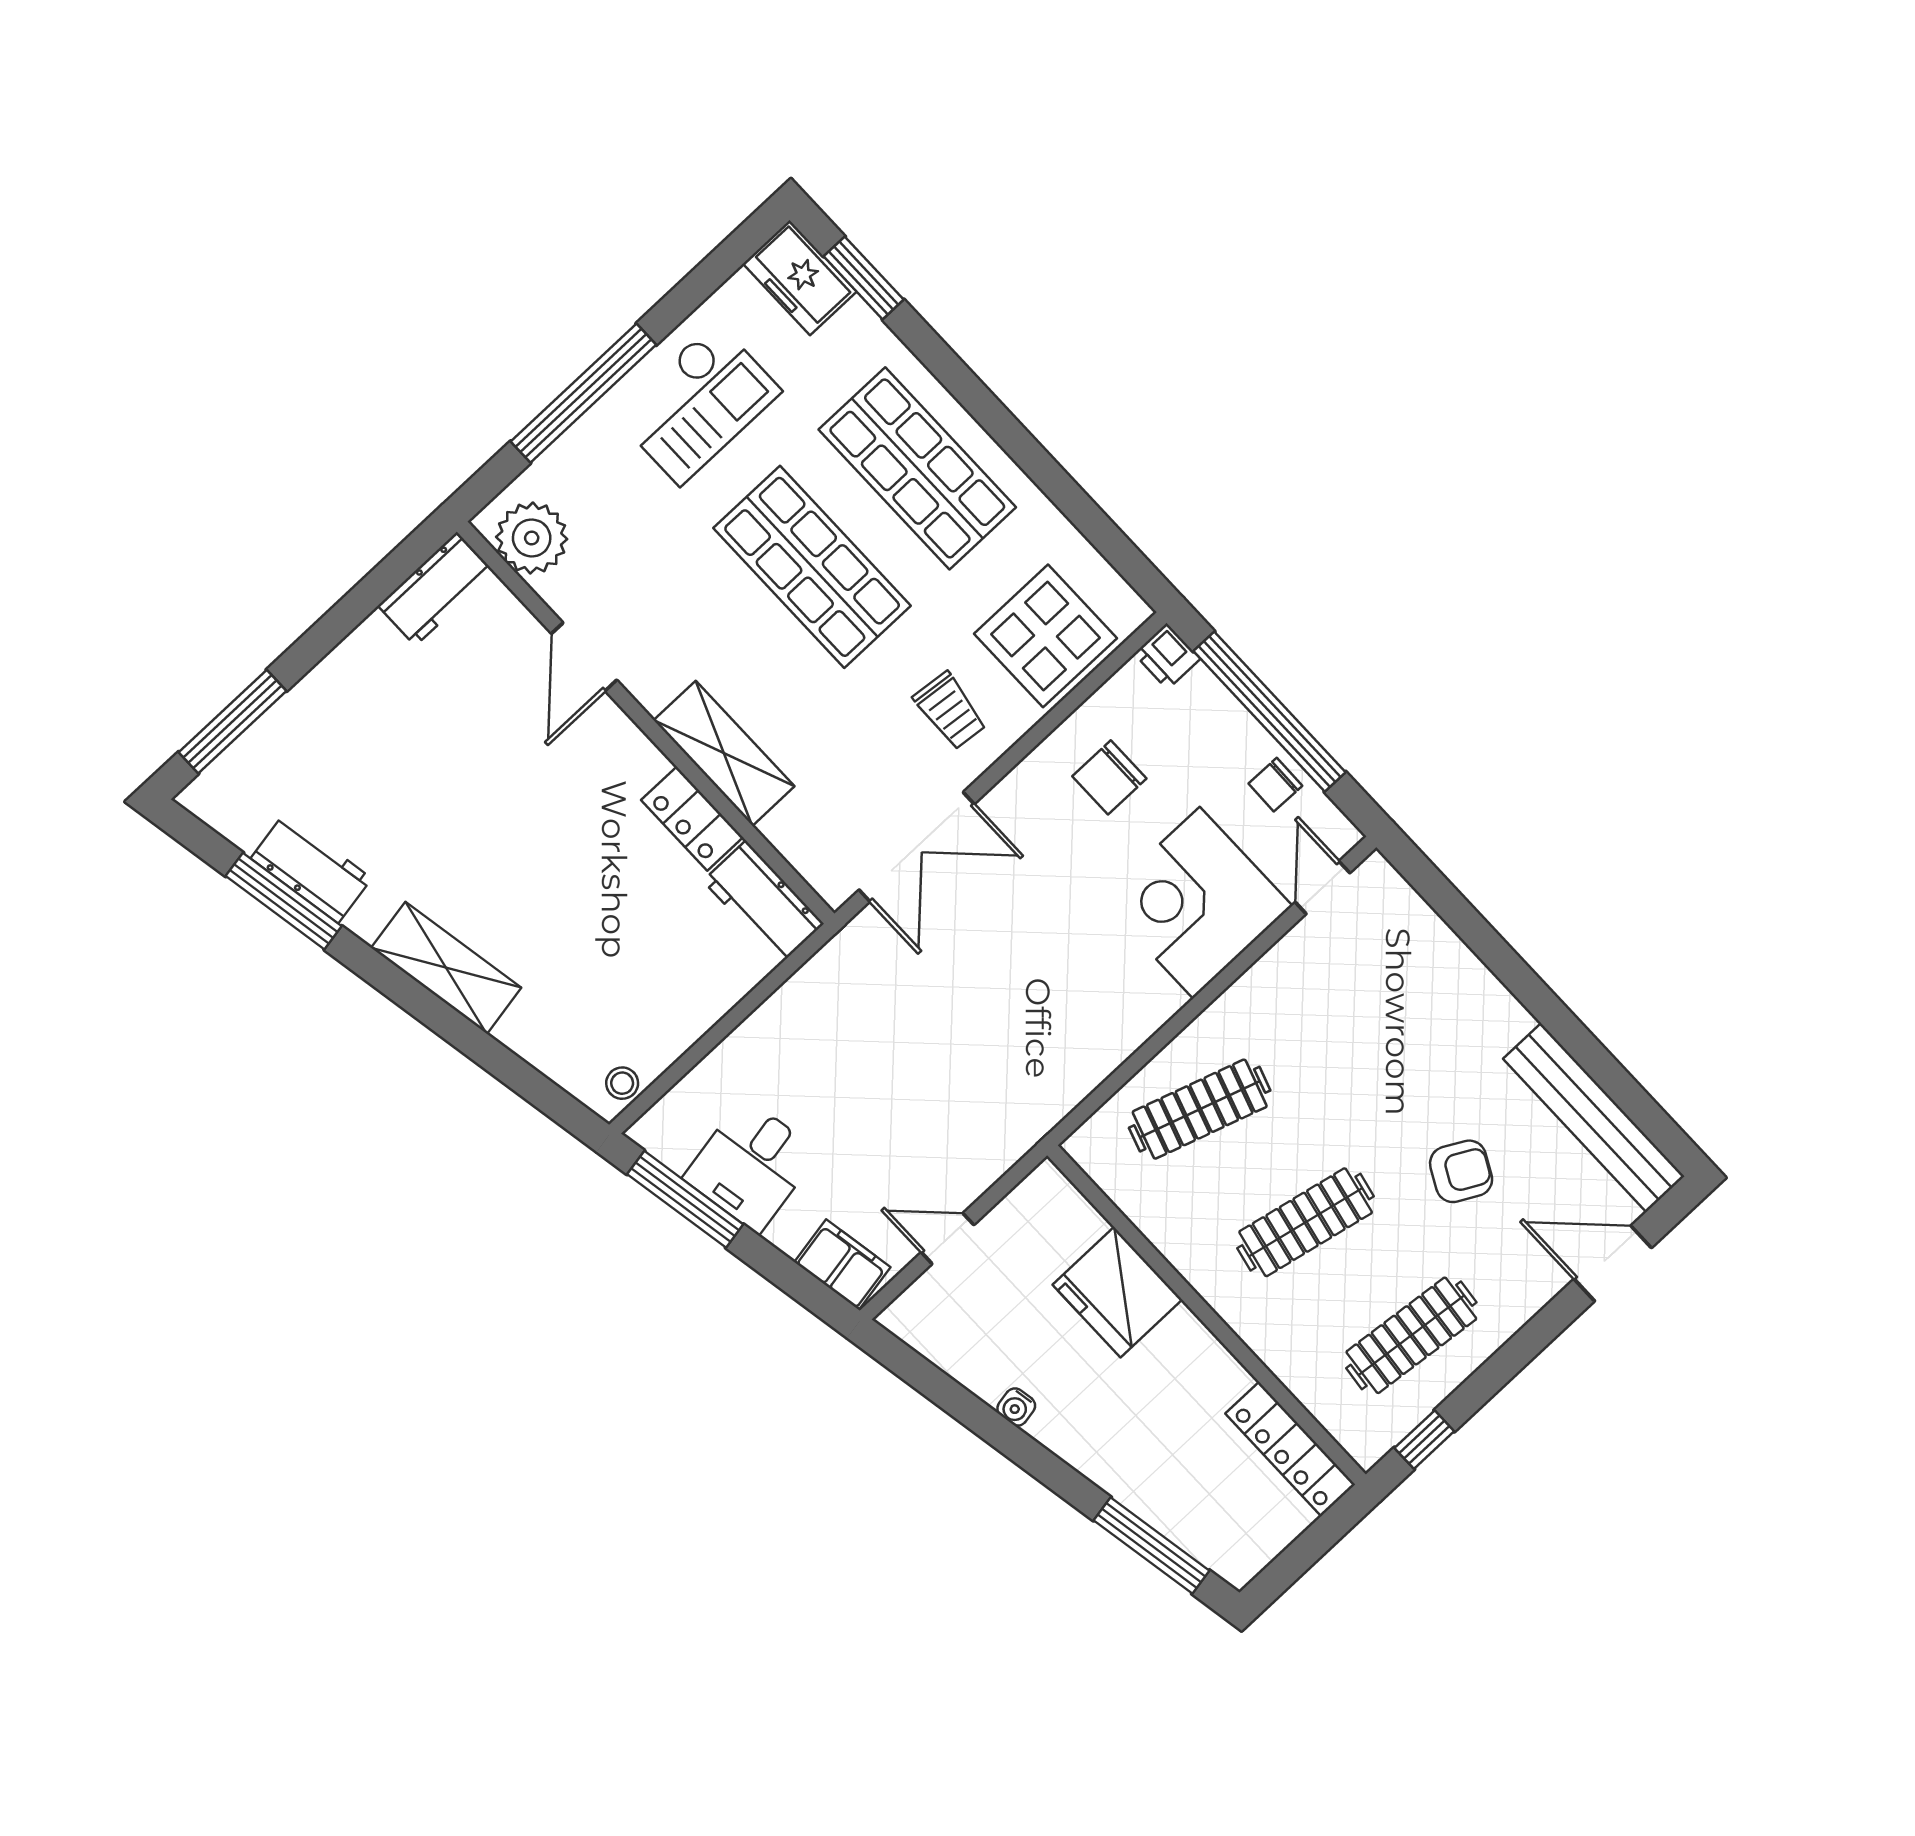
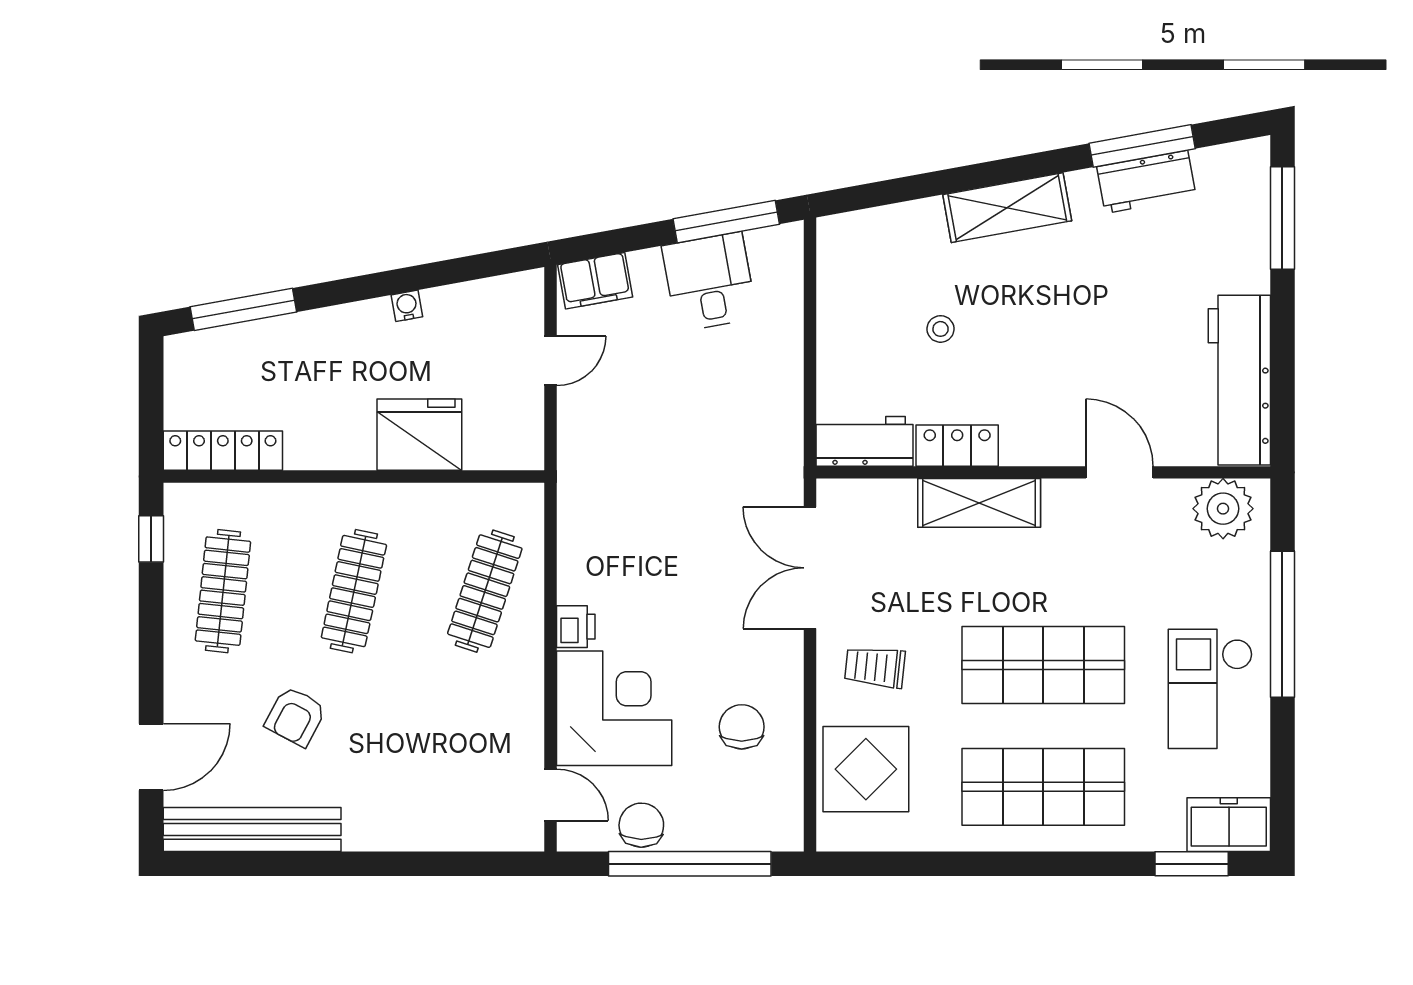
workbench: (436, 589) -> (1239, 380), width x1.88, depth x1.32
printer: (1167, 656) -> (576, 627), moved, turned 90
chair: (1275, 785) -> (641, 825), width x1.37, depth x1.37
stool: (622, 1083) -> (941, 329), moved

